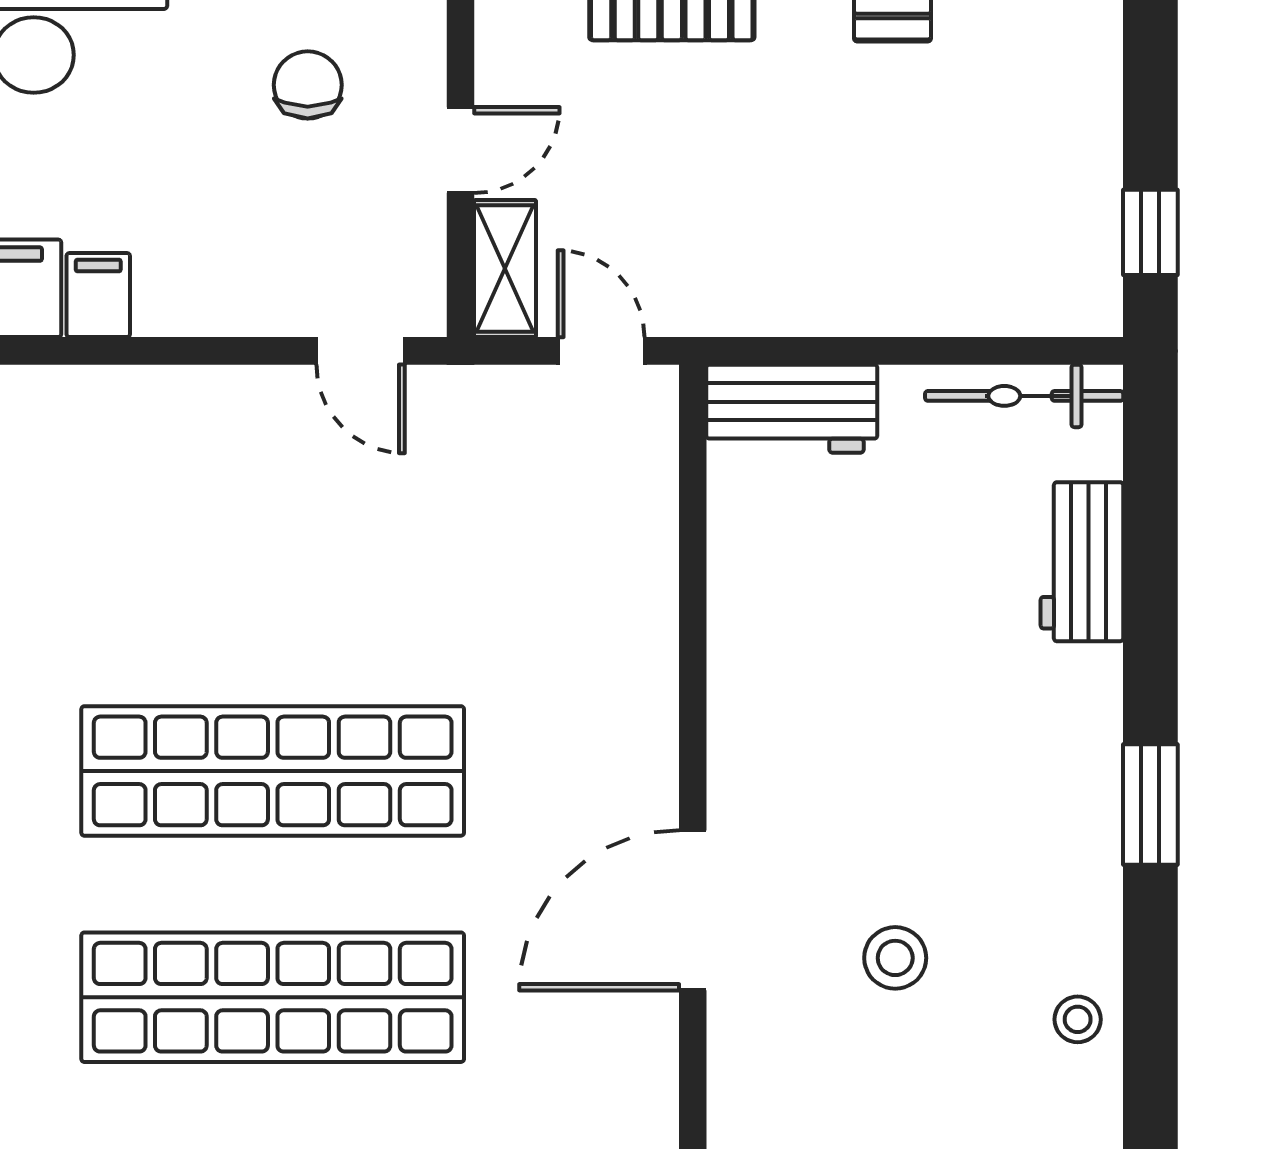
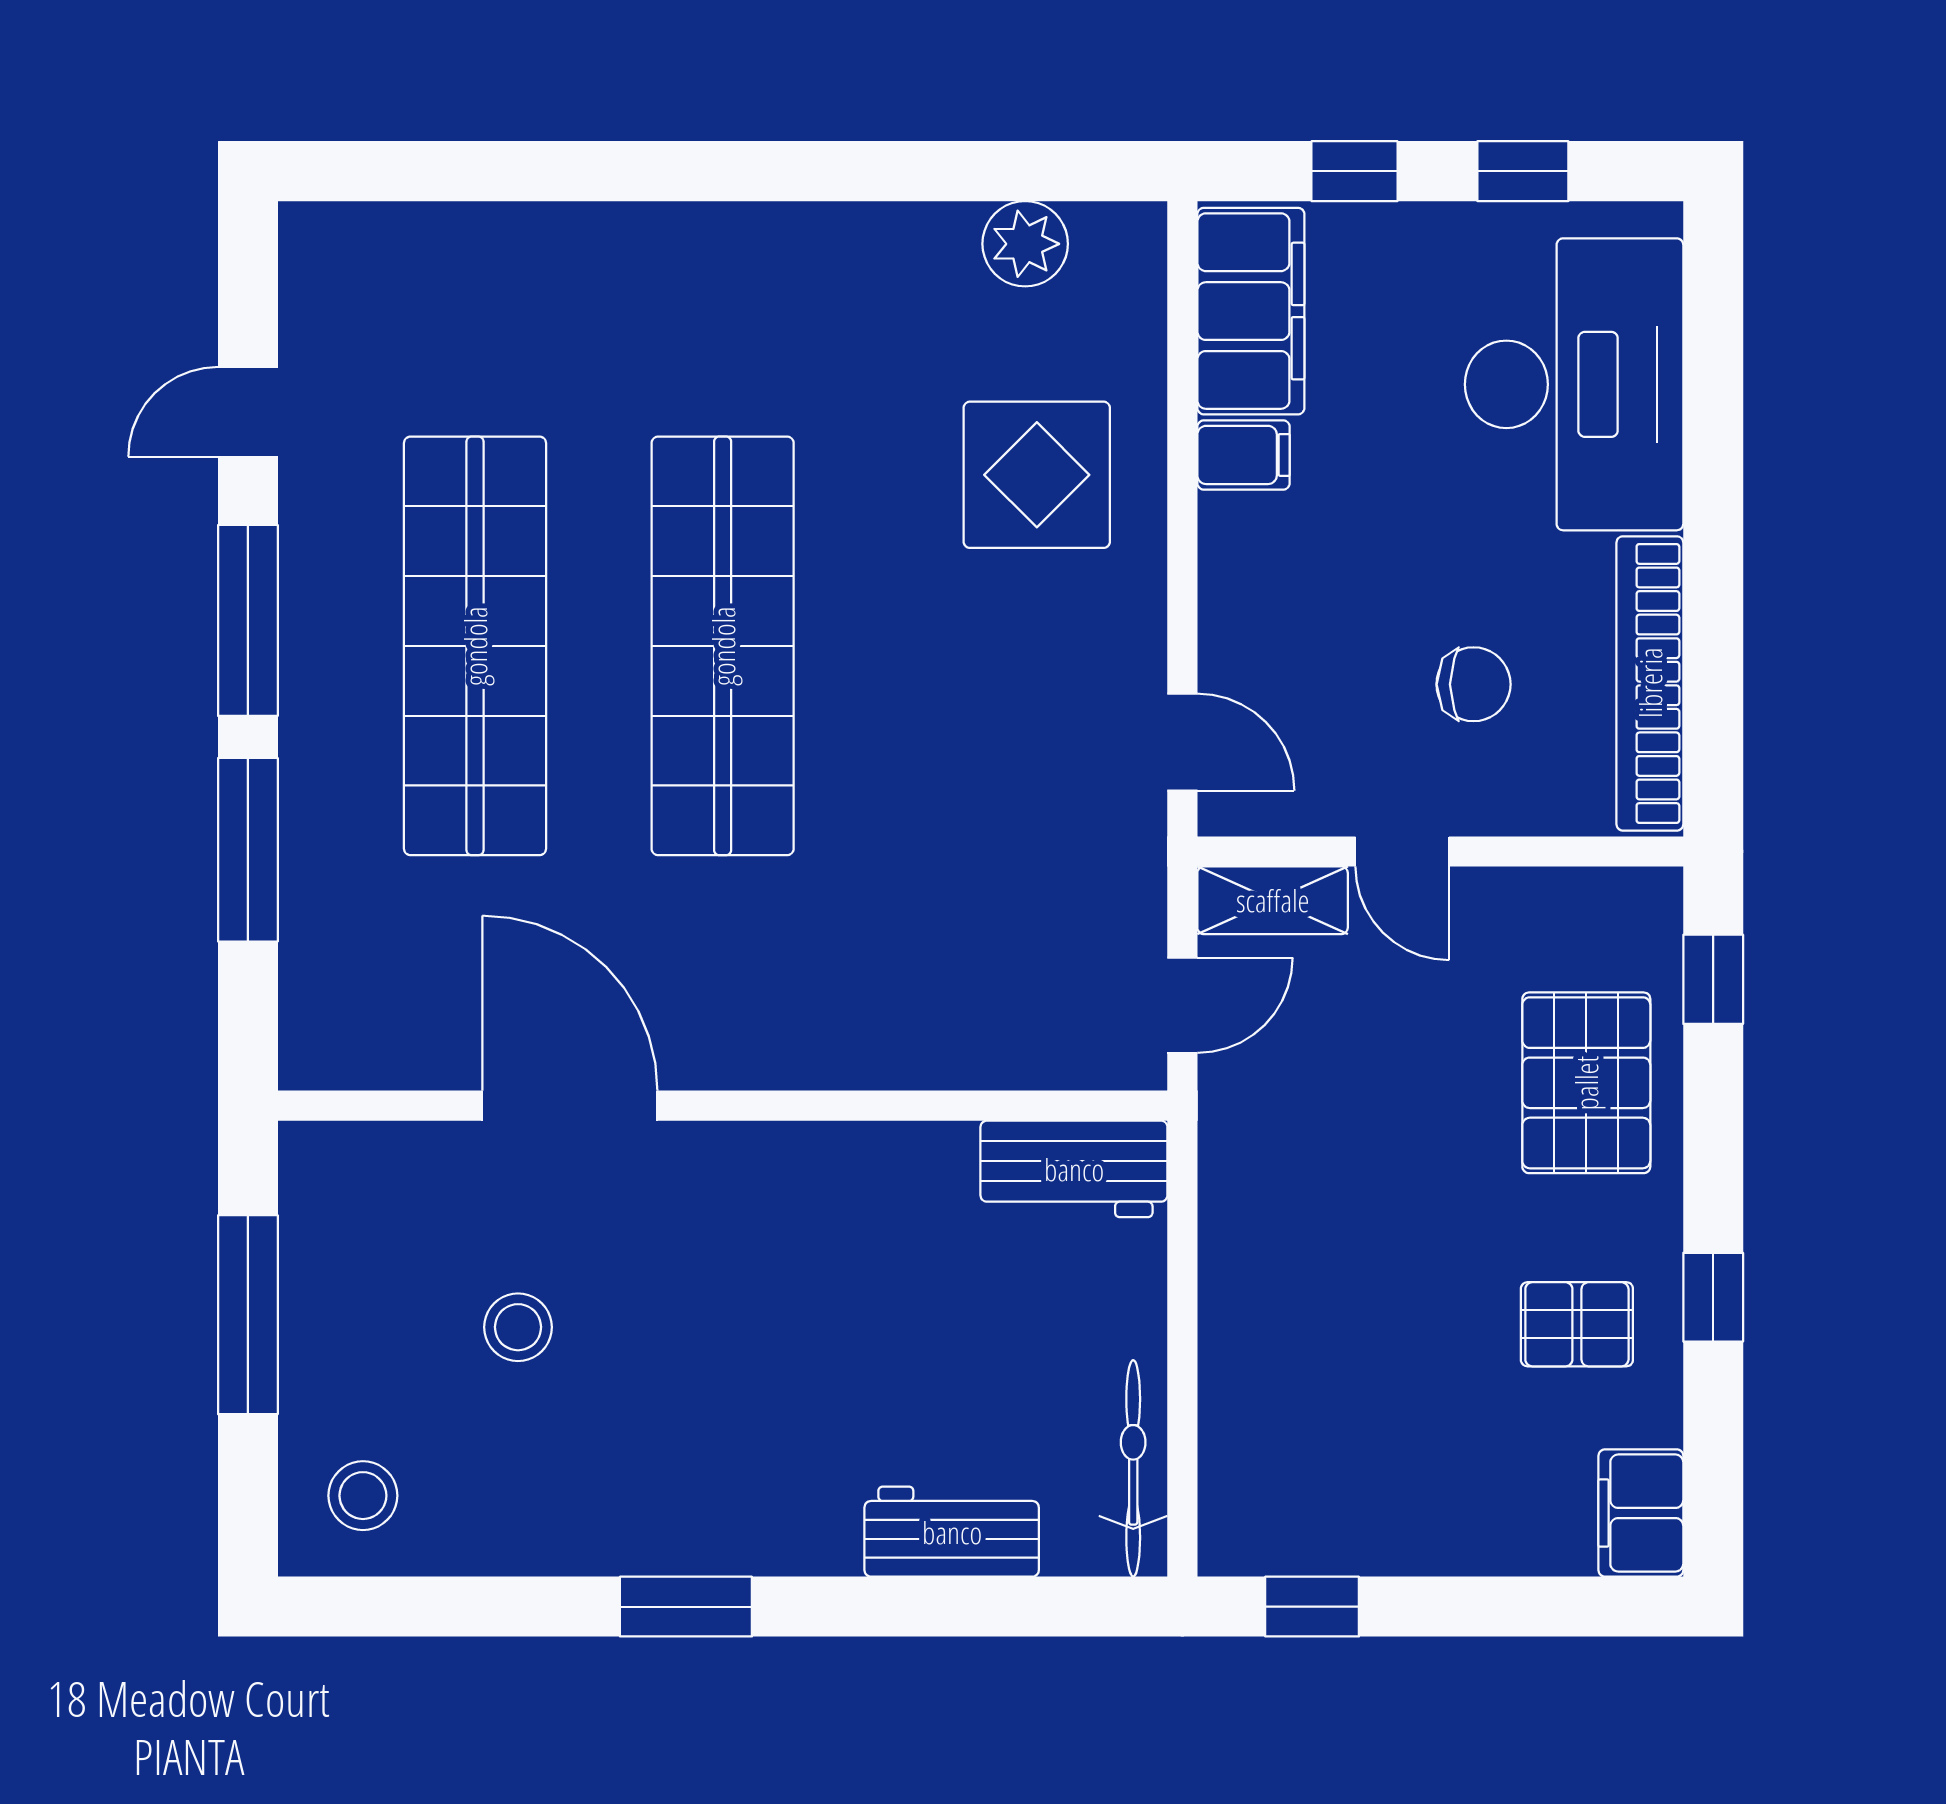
door: (361, 351) -> (1182, 742), swing flipped
workbench: (792, 409) -> (1074, 1169), moved, turned -90
display table: (116, 484) -> (1037, 475), added
stool: (1078, 1019) -> (363, 1496), moved, width x1.37, depth x1.37

